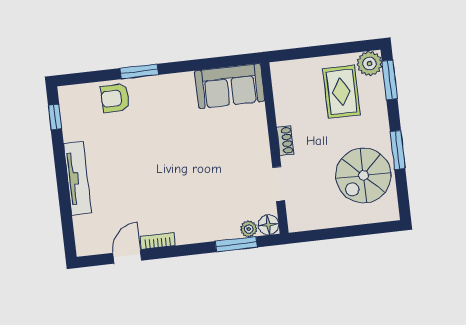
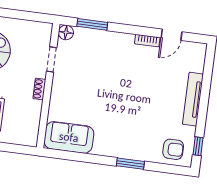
armchair: (115, 98) -> (173, 149), moved
plant: (249, 229) -> (81, 33), removed

